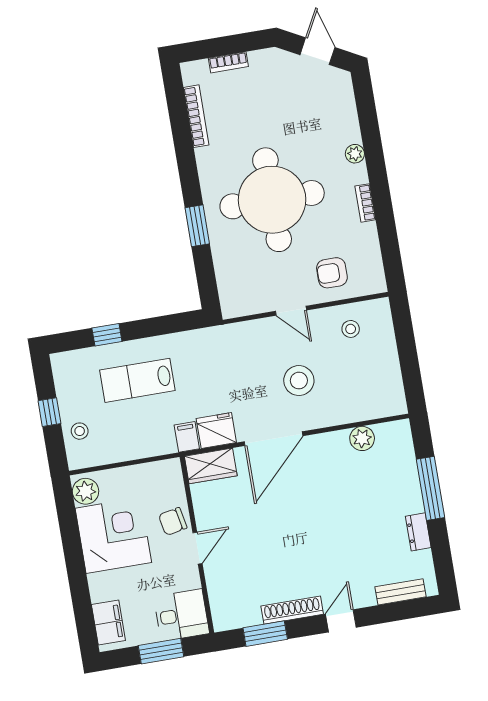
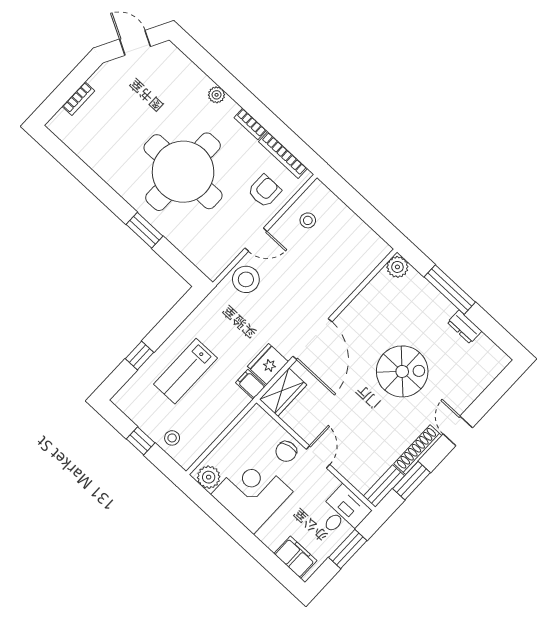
bookcase: (196, 116) -> (283, 155), moved, turned 180
armchair: (332, 273) -> (264, 191), turned 180
stool: (299, 381) -> (246, 279), moved
plant: (362, 438) -> (397, 267), moved
spiral stairs: (332, 529) -> (402, 371), added
bench: (401, 592) -> (384, 486), moved

